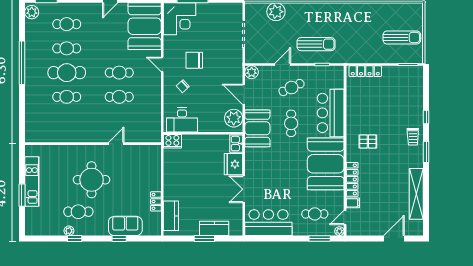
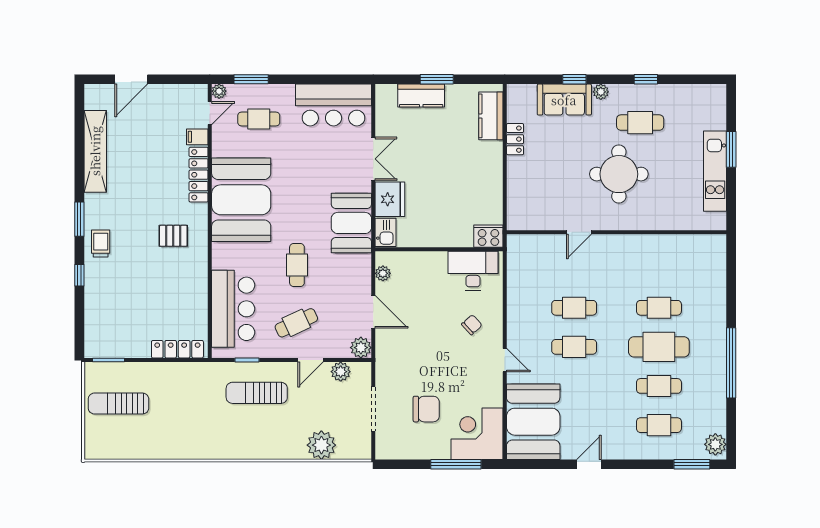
plant: (264, 57) -> (341, 372), added
chair: (194, 60) -> (426, 409), moved
bar counter: (331, 113) -> (233, 309), moved
plant: (234, 118) -> (383, 273), width x0.53, depth x0.53
booth: (257, 128) -> (351, 223), moved
plant: (69, 231) -> (601, 92), moved

